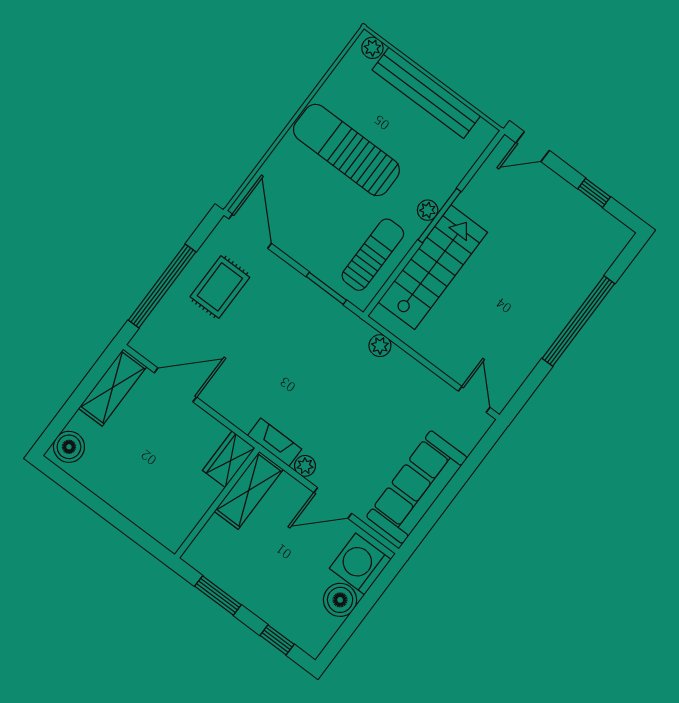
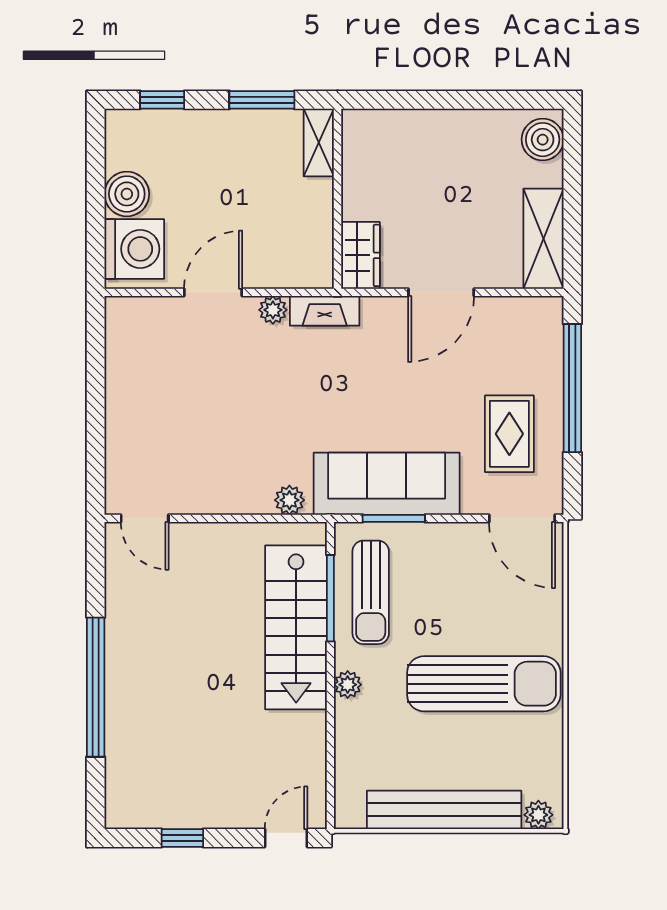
window: (439, 216) -> (330, 598), moved
door: (175, 385) -> (441, 292), moved
sofa: (417, 487) -> (387, 484), moved, turned -90
shelving: (249, 490) -> (319, 143), moved, width x0.67, depth x0.75

